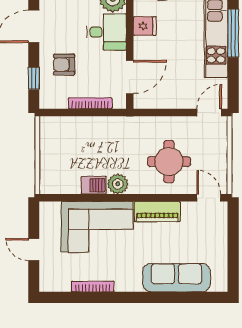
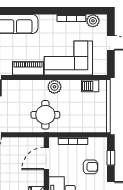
round table: (169, 162) -> (45, 115), moved
barbecue: (94, 185) -> (90, 86), moved
plant: (60, 282) -> (93, 21), added

